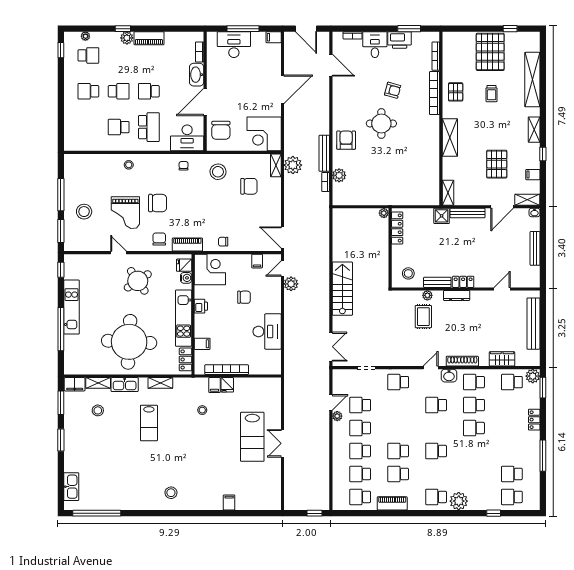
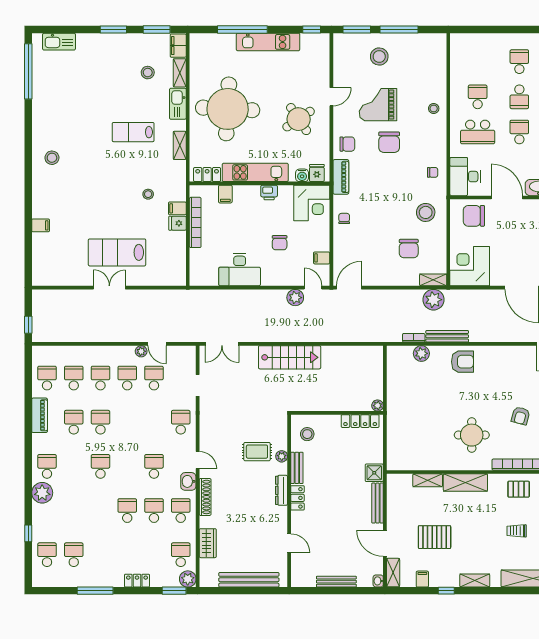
round table: (381, 124) -> (472, 435), moved
shelving: (448, 193) -> (428, 480), moved

